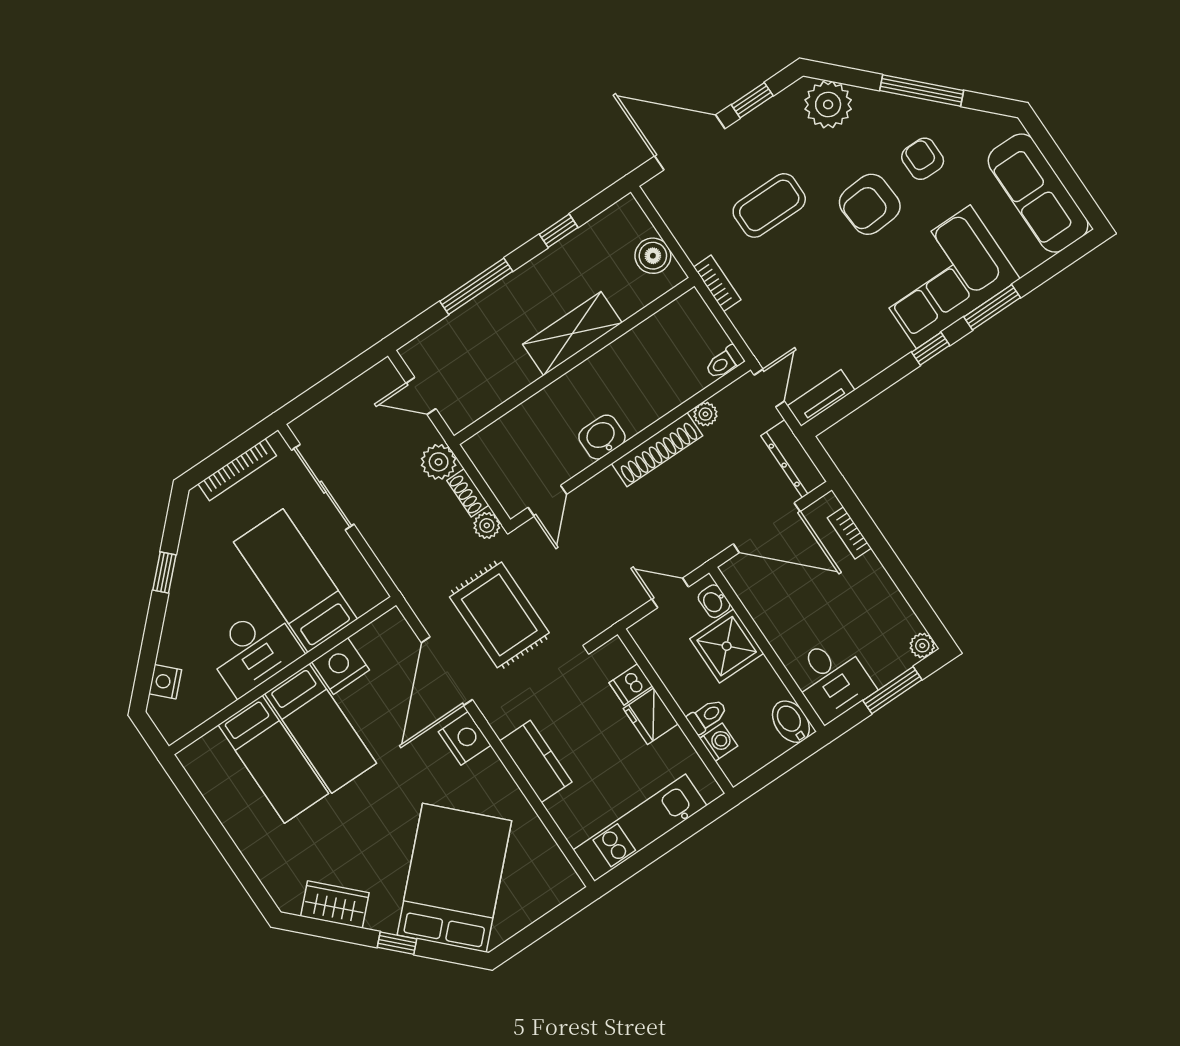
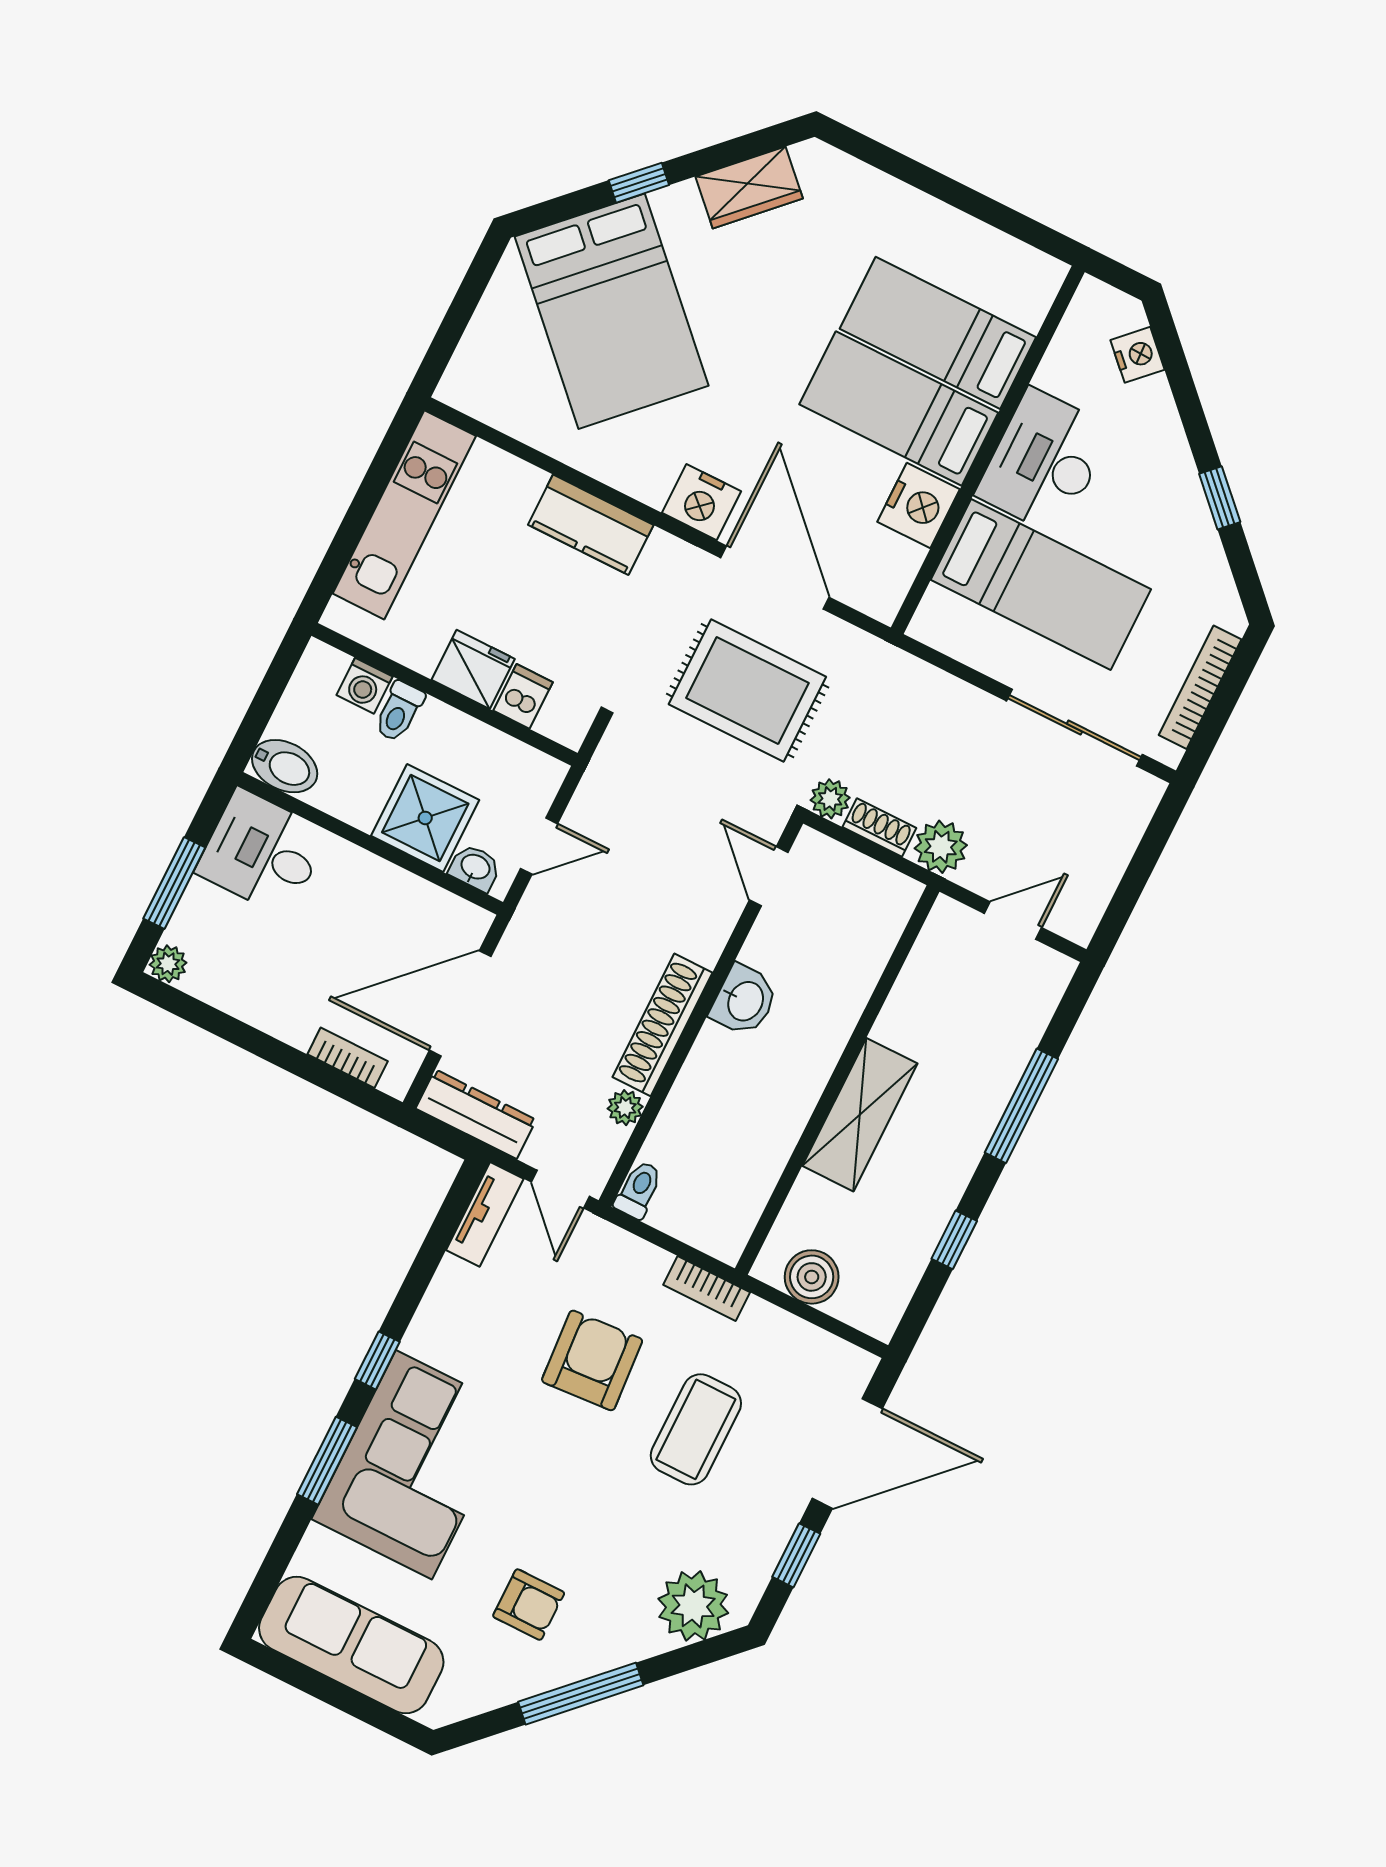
armchair: (870, 204) -> (592, 1360), moved

